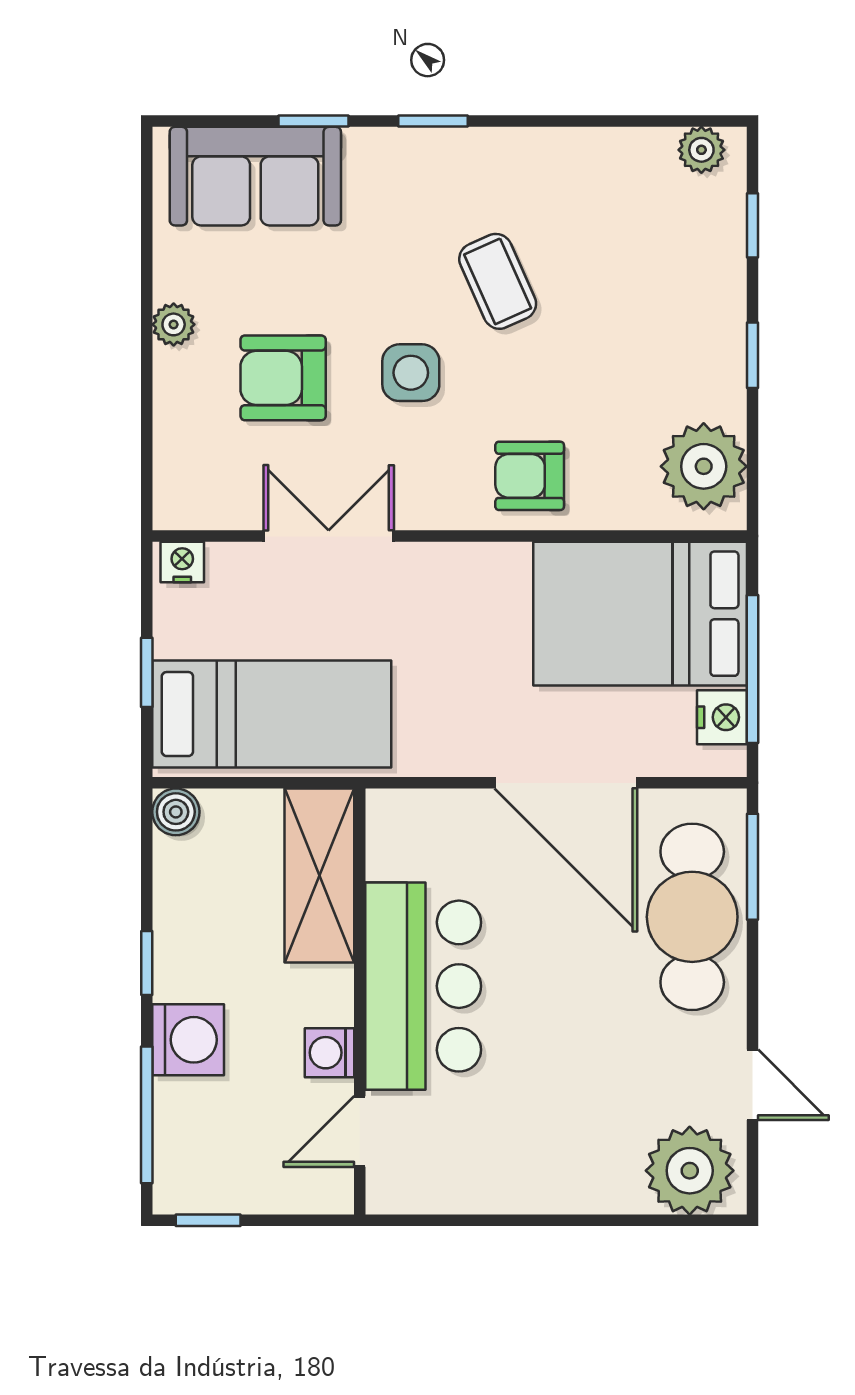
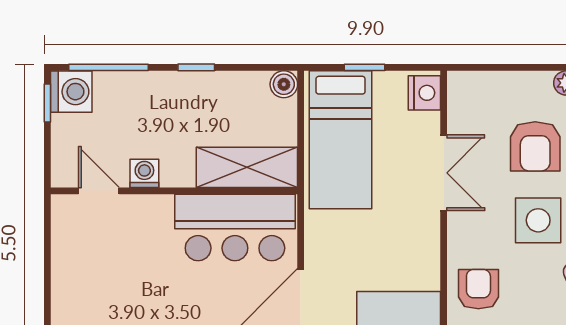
side table: (411, 373) -> (538, 220), width x1.37, depth x1.37
armchair: (283, 378) -> (535, 146), turned 180
nightstand: (182, 562) -> (424, 93), width x1.39, depth x1.35
bar counter: (423, 986) -> (235, 227), moved
washing machine: (188, 1040) -> (71, 92), moved, turned -90

